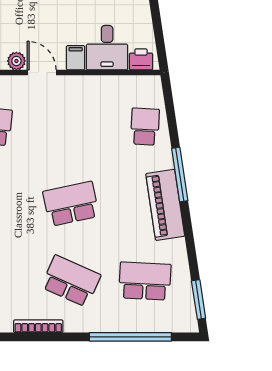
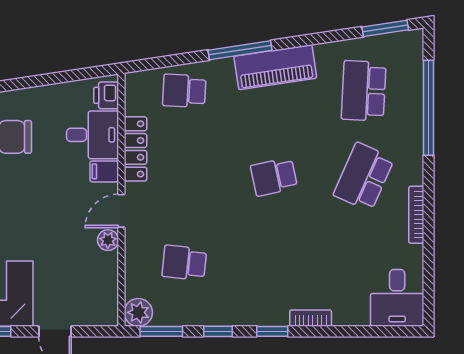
locker: (95, 85) -> (135, 149), added
school desk: (71, 204) -> (274, 177), width x0.54

